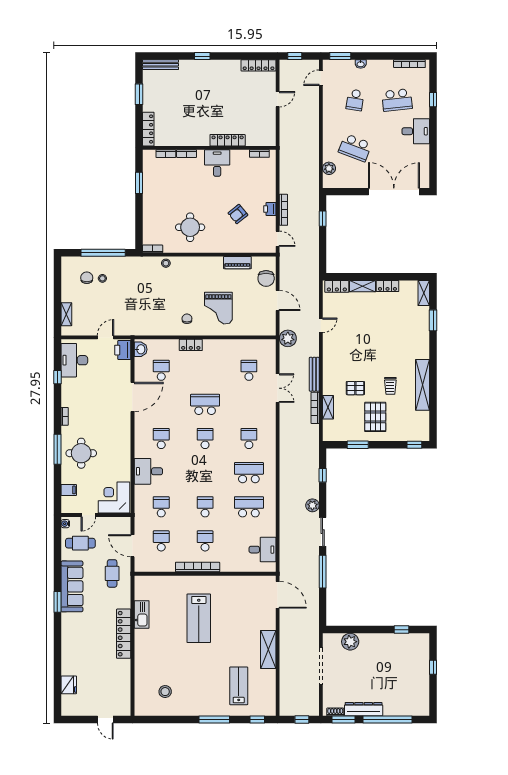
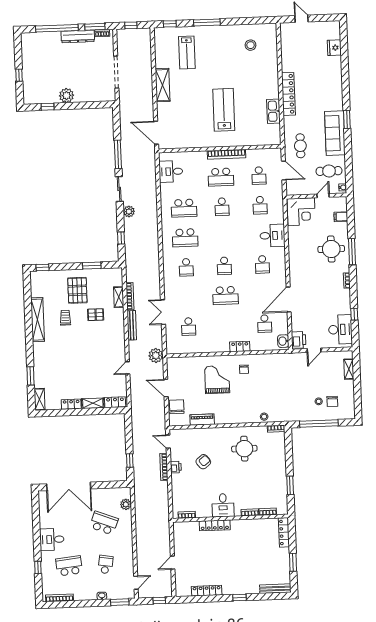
locker: (259, 65) -> (207, 591), moved
school desk: (205, 541) -> (221, 177), width x1.85
plant: (350, 642) -> (66, 95), moved

